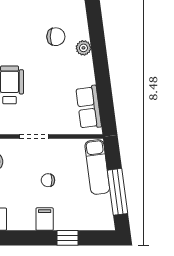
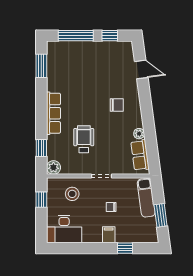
plant: (83, 48) -> (139, 134), moved
window: (118, 192) -> (161, 215), width x0.69

